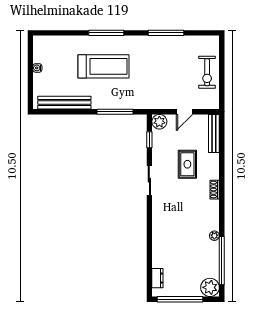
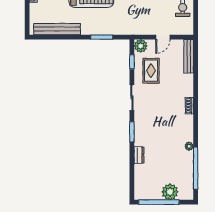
window: (115, 112) -> (102, 37), width x0.69
rug: (187, 164) -> (151, 71), moved
window: (149, 219) -> (132, 132), added
dresser: (157, 278) -> (139, 155), moved
plant: (210, 287) -> (170, 192), moved

